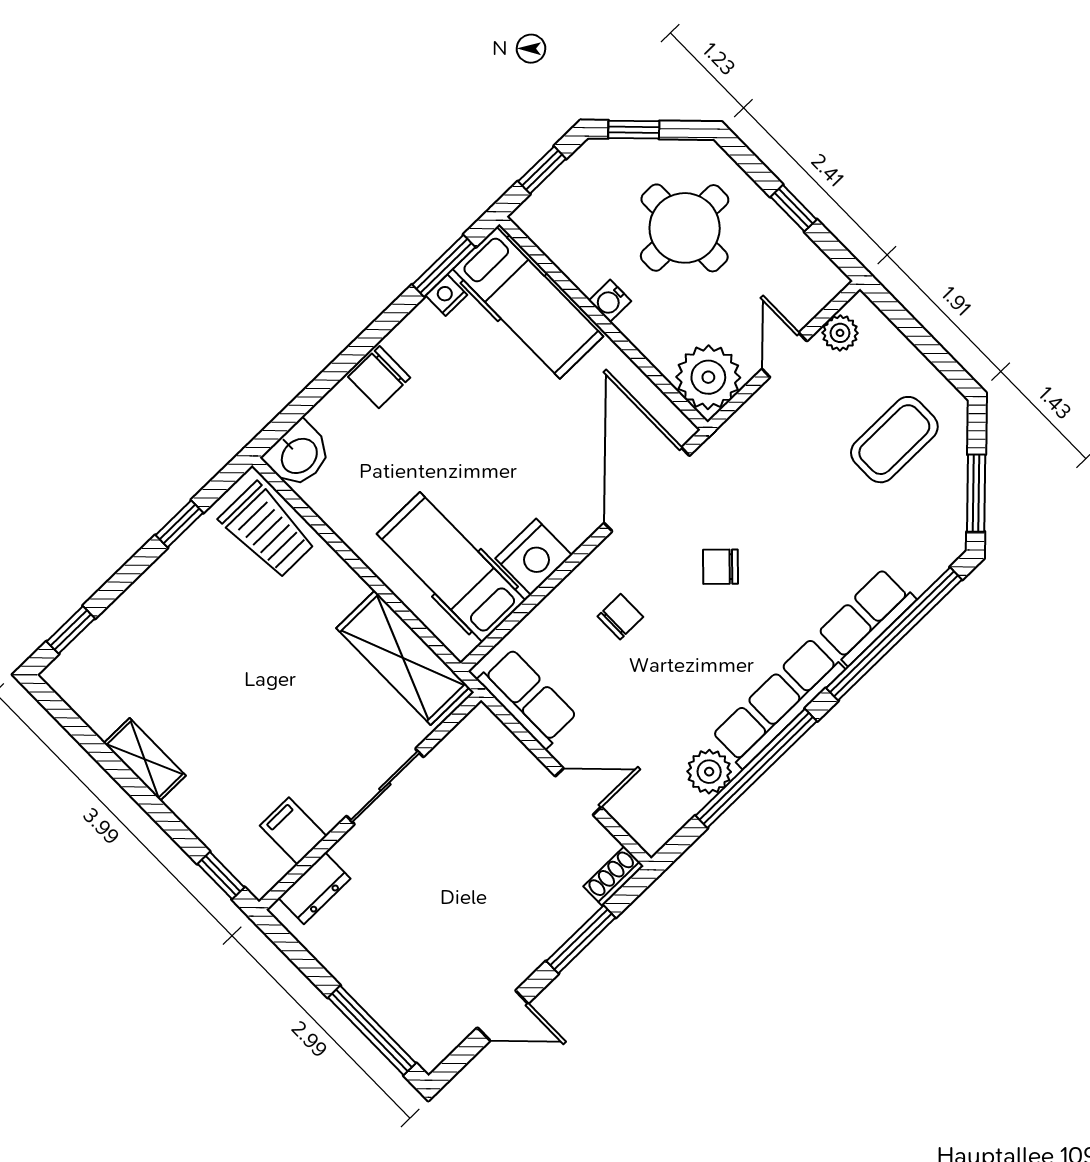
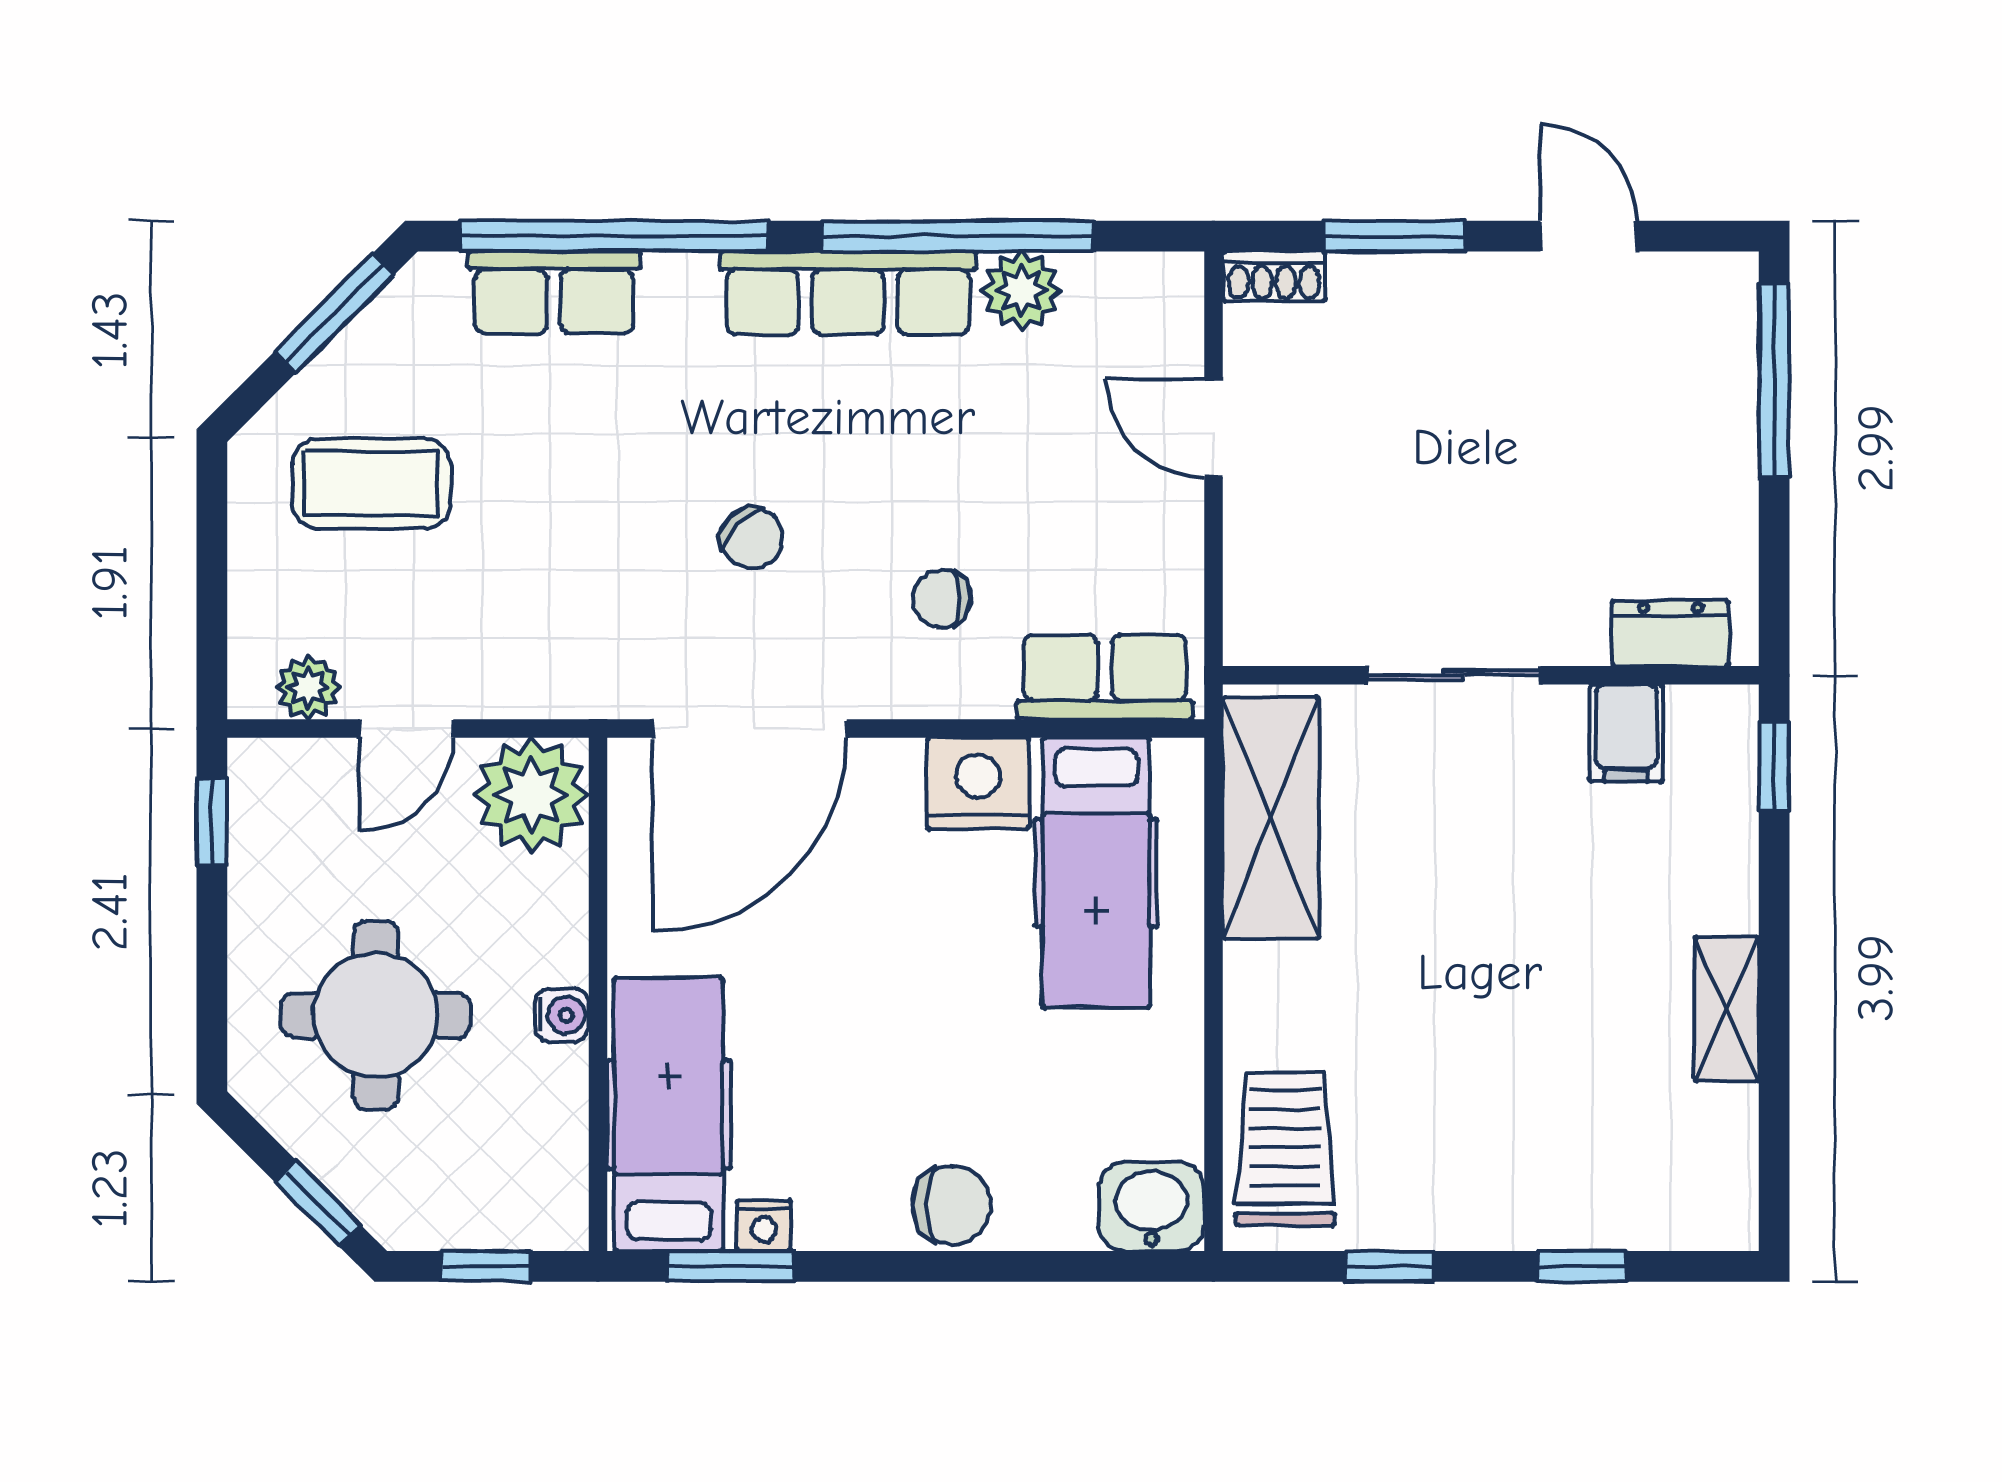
window: (794, 208) -> (212, 822), moved
row of seats: (866, 617) -> (554, 292), moved
window: (71, 630) -> (1582, 1266), moved
row of seats: (528, 698) -> (1105, 677), moved, turned 90

